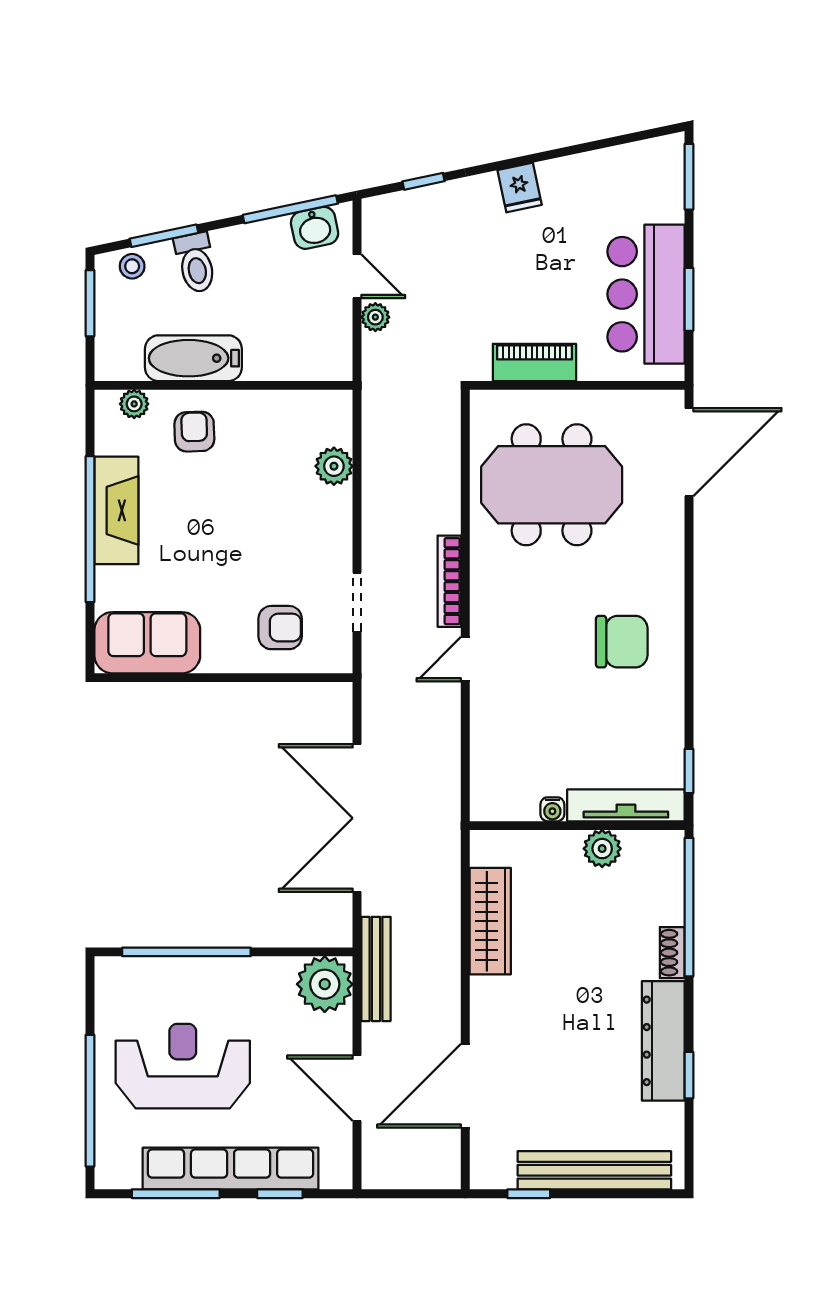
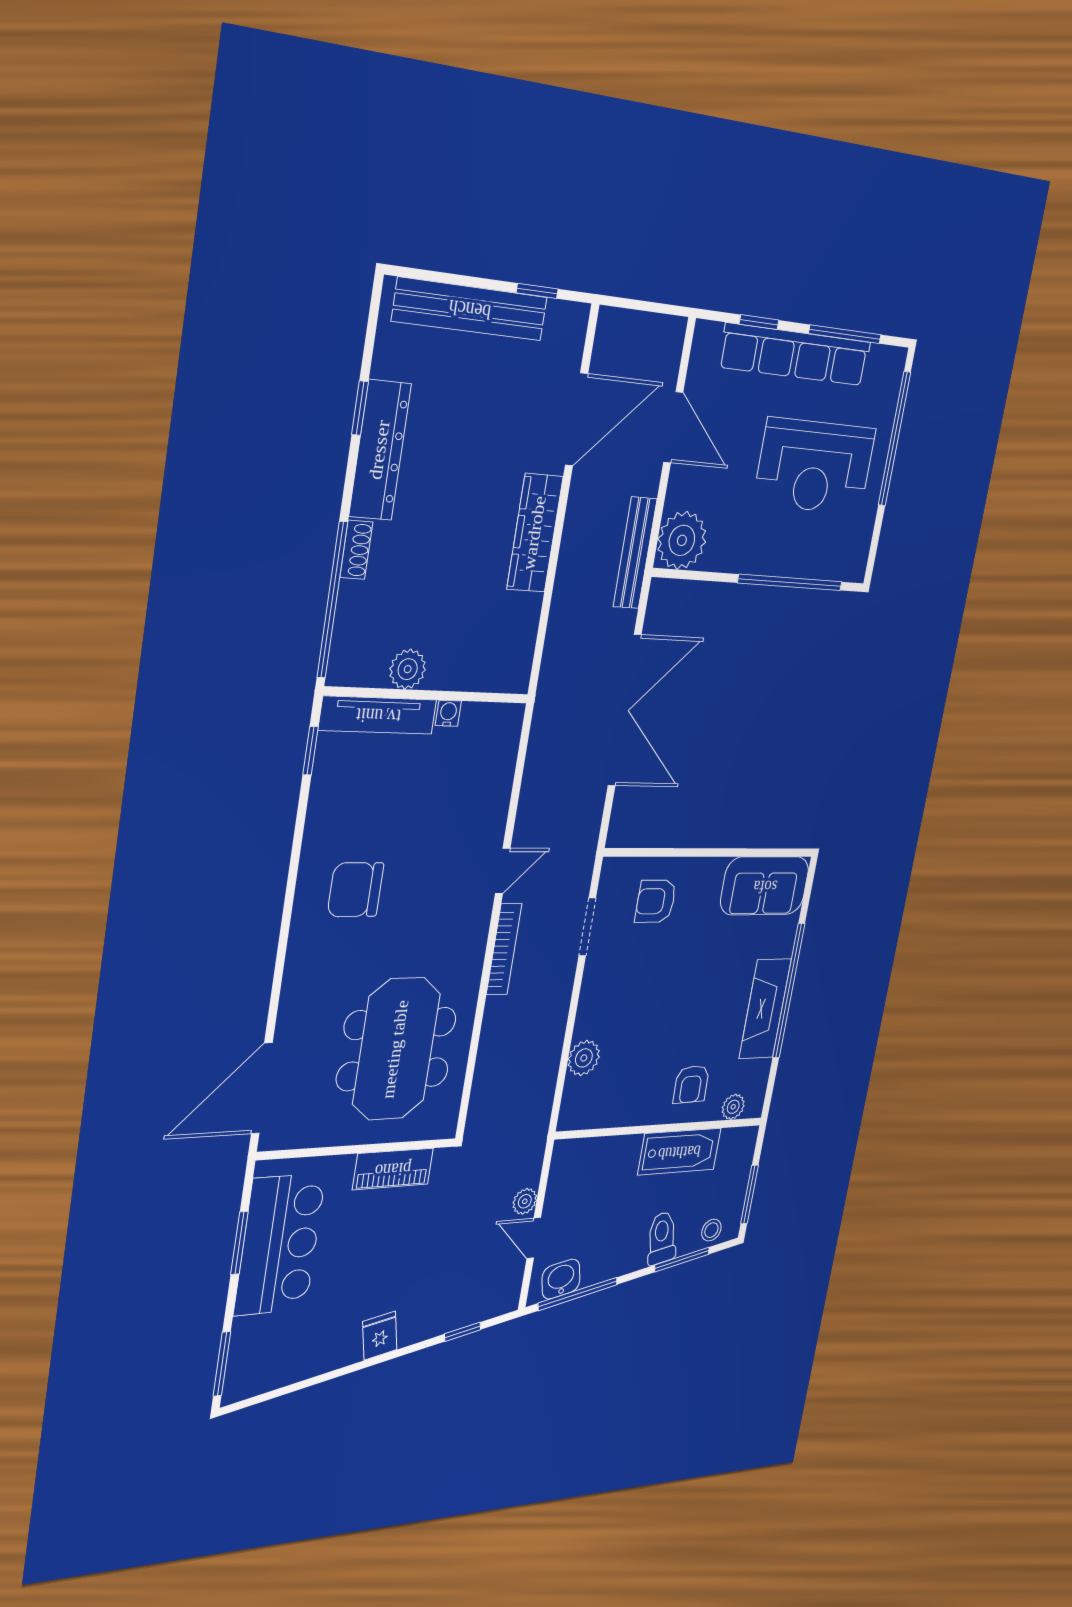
meeting table: (552, 485) -> (396, 1049), turned 90
wardrobe: (490, 921) -> (535, 533), moved

